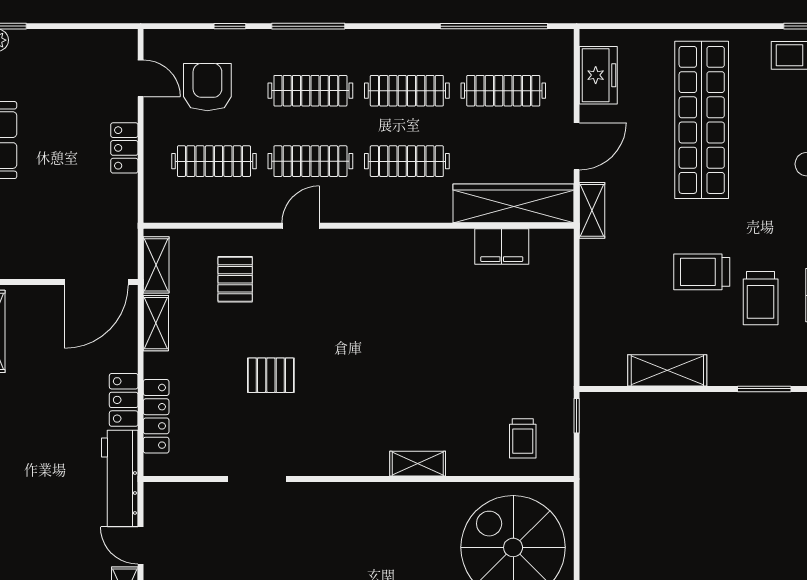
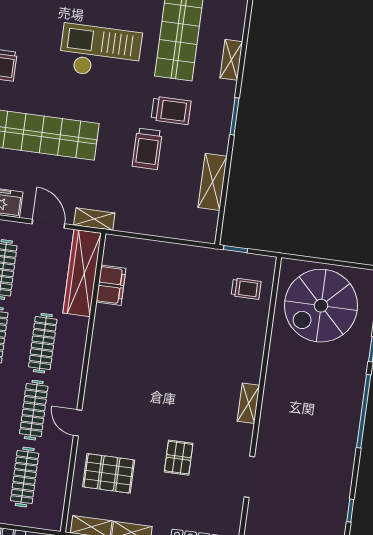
pallet: (235, 279) -> (109, 473), width x1.50, depth x1.42
shelving: (418, 464) -> (249, 403), moved

